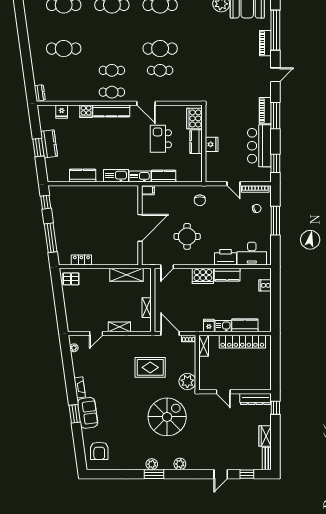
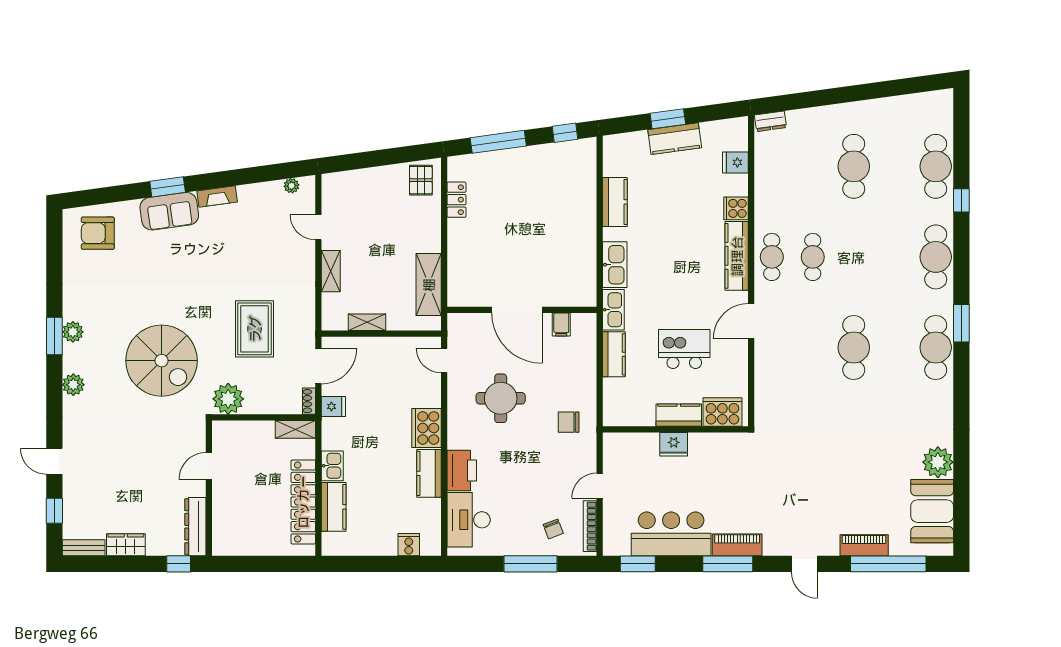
cafe table: (160, 70) -> (813, 347), removed
filing cabinet: (148, 190) -> (561, 324), moved
fridge: (209, 325) -> (333, 406), moved

